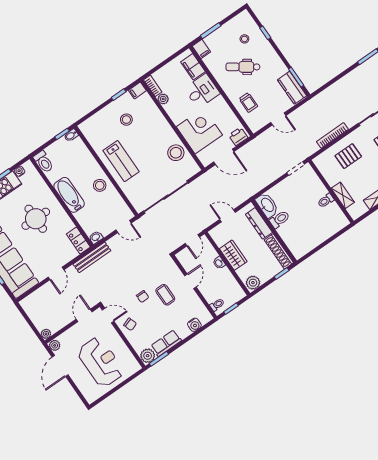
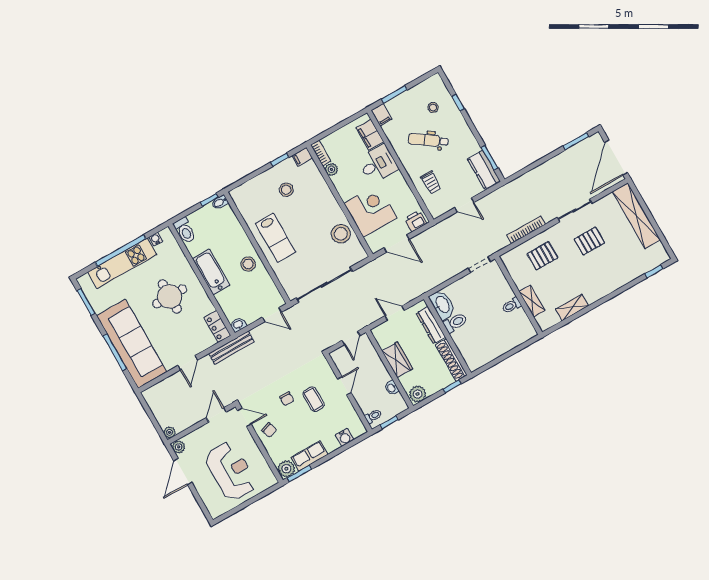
washbasin: (219, 263) -> (392, 388), moved

